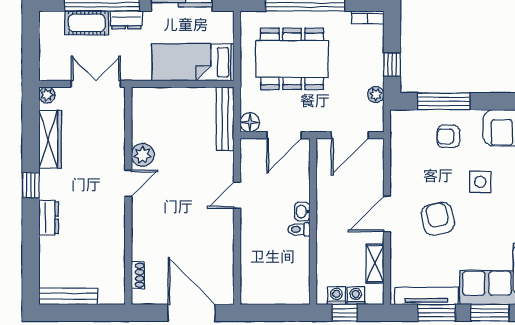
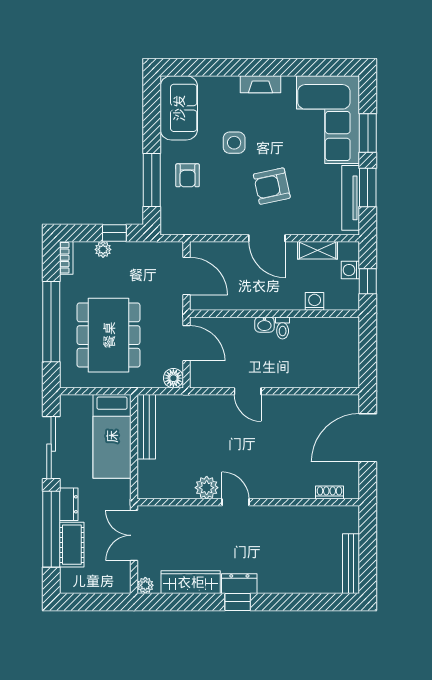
plant: (376, 95) -> (103, 249), moved
bench: (225, 119) -> (146, 427), moved, turned 90
dresser: (49, 218) -> (239, 584), moved
washing machine: (336, 296) -> (315, 301), moved, turned 90

